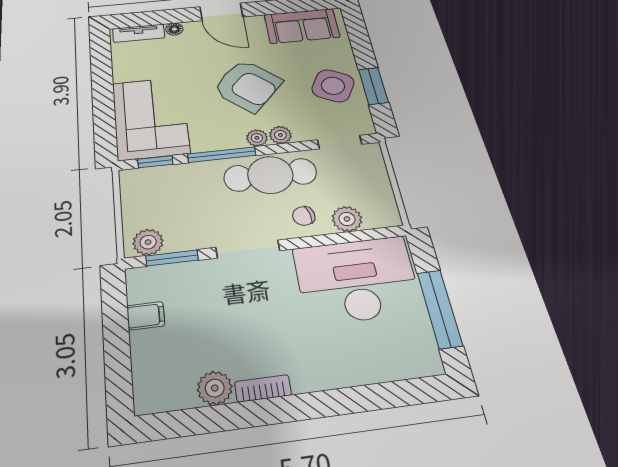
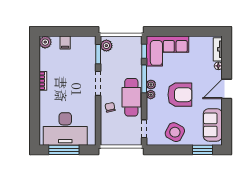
armchair: (247, 86) -> (180, 95), turned -132
window: (373, 86) -> (203, 150), moved
plant: (280, 135) -> (151, 85), moved
plant: (347, 219) -> (106, 124), removed
desk: (357, 280) -> (65, 129), moved, turned 90
filing cabinet: (146, 316) -> (65, 42), moved
plant: (215, 388) -> (45, 42), moved

